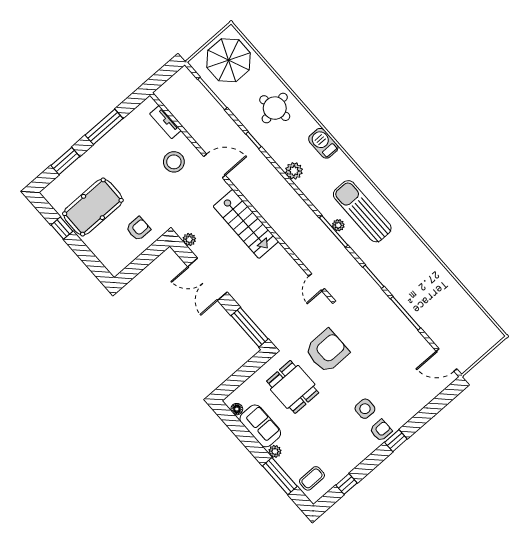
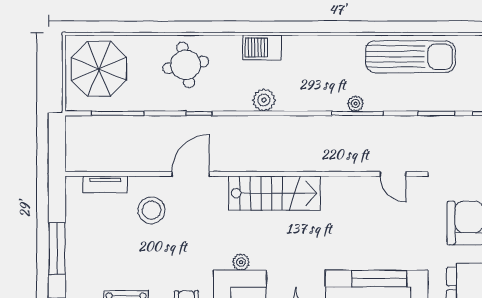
sun lounger: (362, 211) -> (410, 57), moved, turned 180

